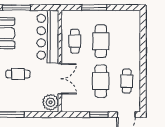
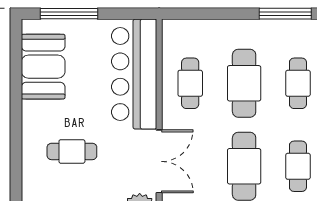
window: (94, 8) -> (285, 14), moved
cafe table: (127, 41) -> (298, 83), added

